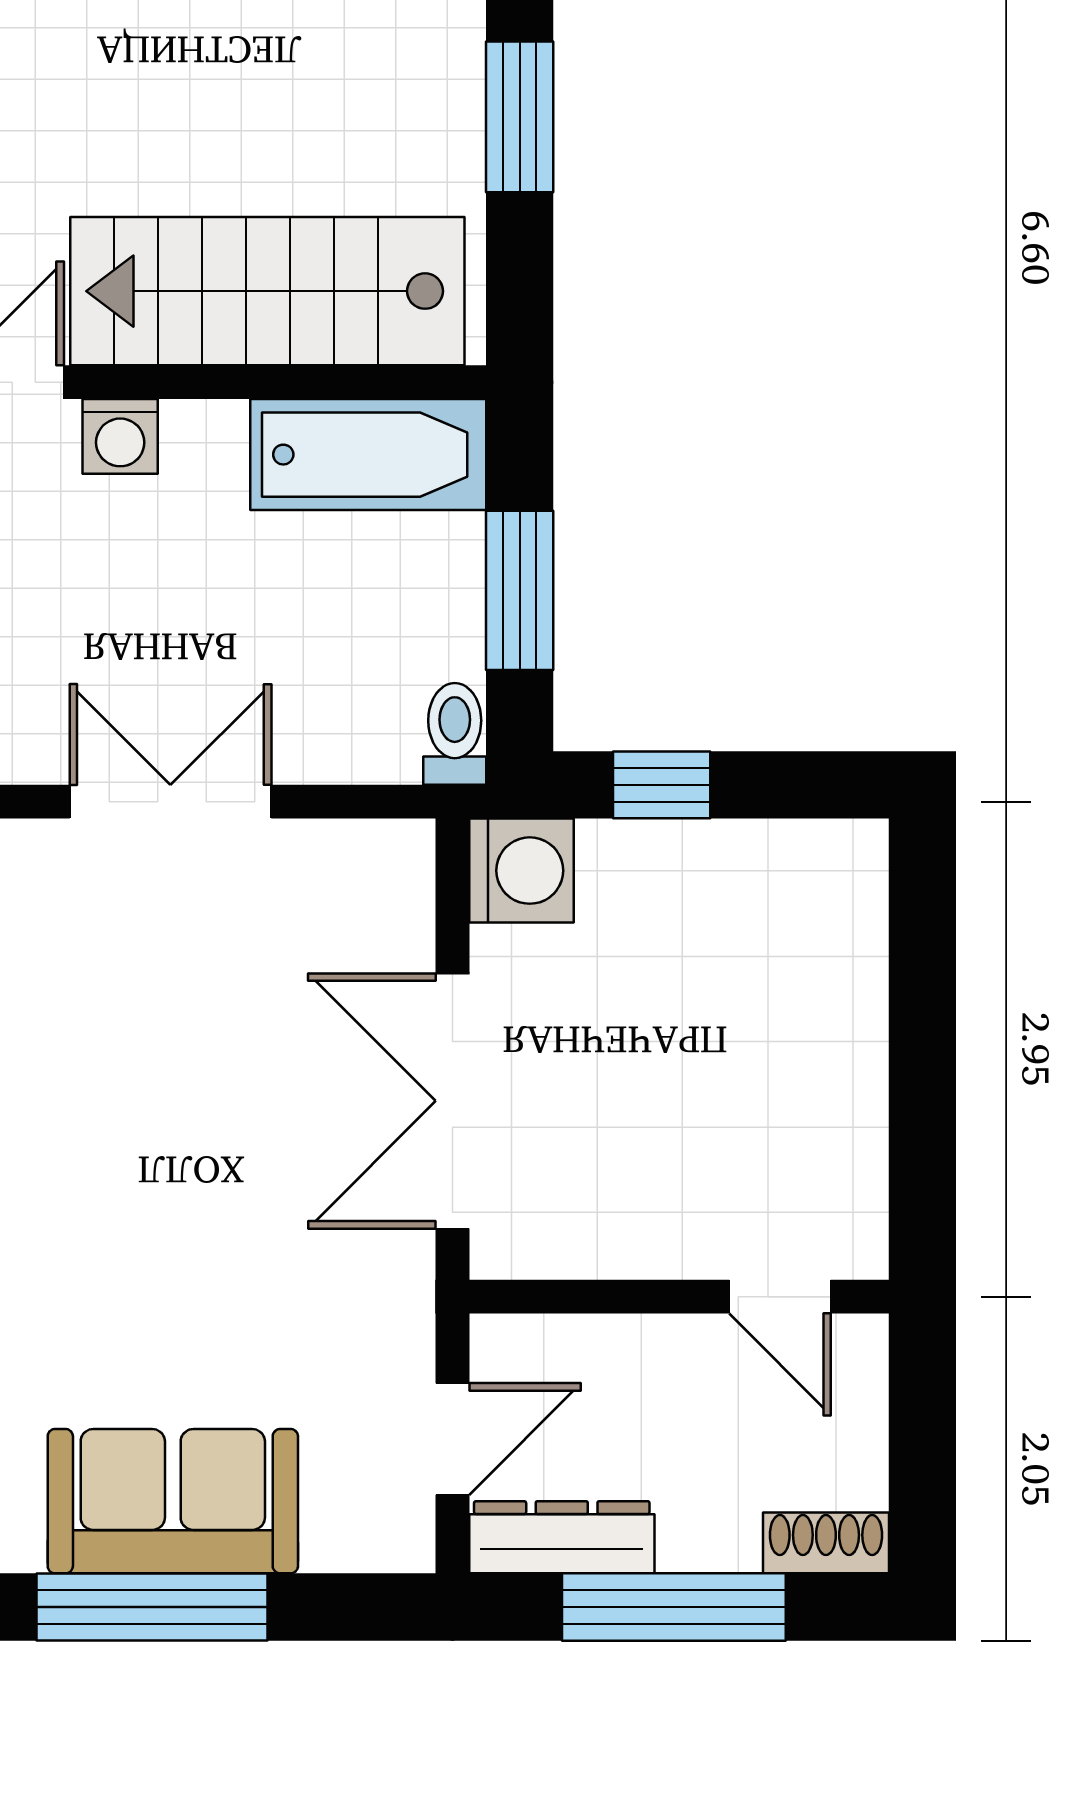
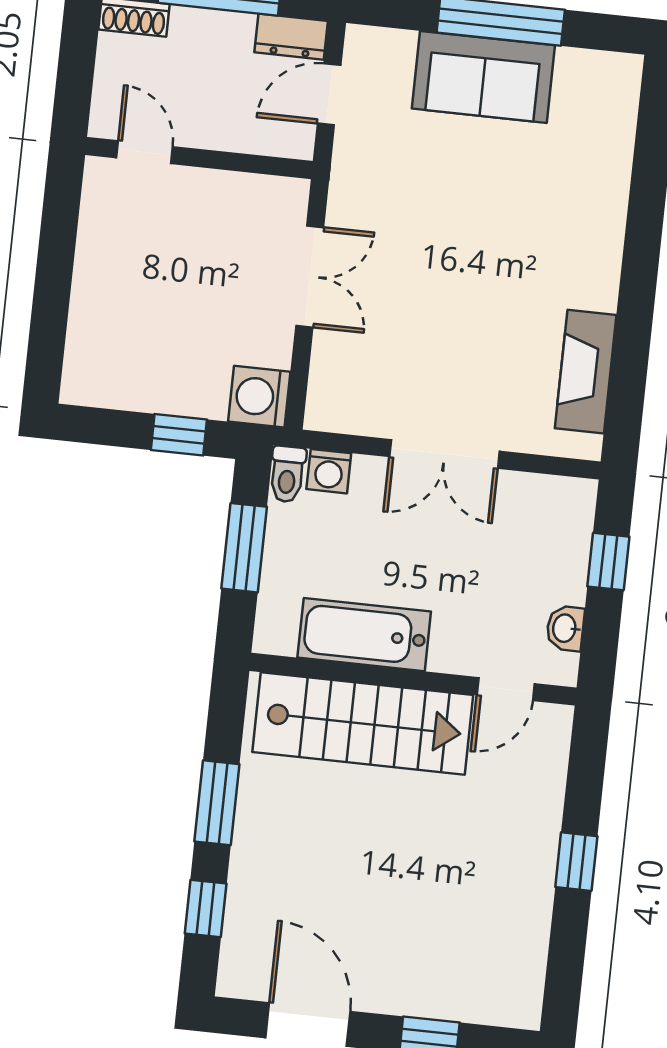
washing machine: (120, 436) -> (329, 471), moved, turned 180
bathtub: (368, 455) -> (364, 635), moved
double door: (453, 1101) -> (310, 276), width x0.73
dresser: (562, 1537) -> (291, 37), width x0.70

